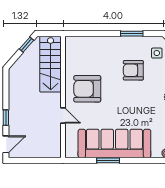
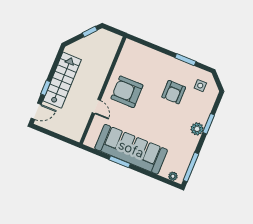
stairs: (51, 64) -> (62, 80), moved, turned 180
armchair: (133, 70) -> (174, 92), turned -90

